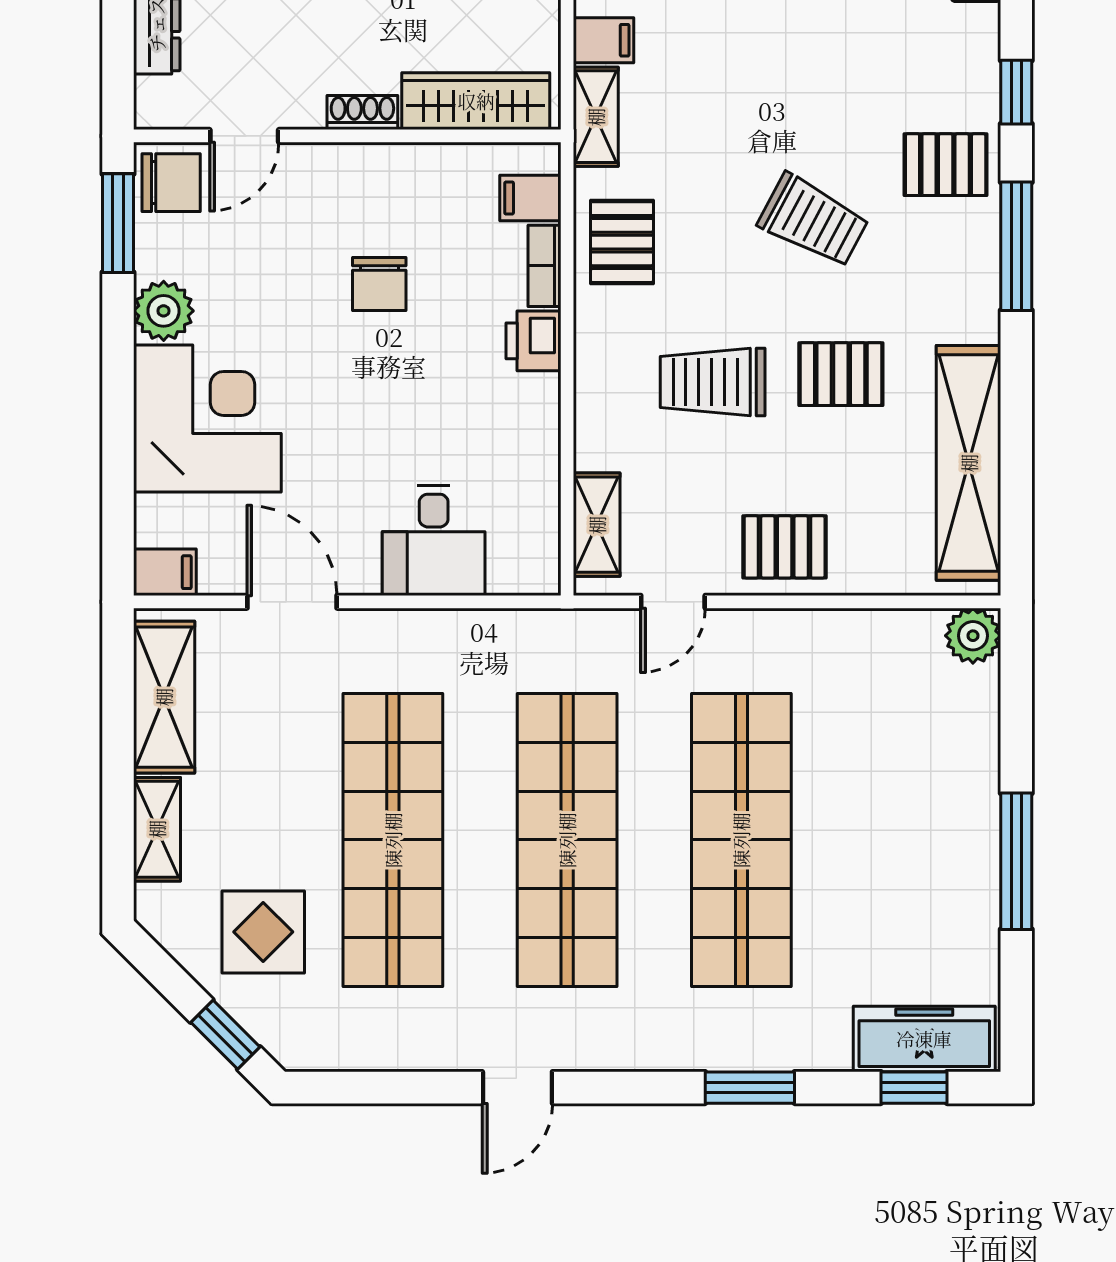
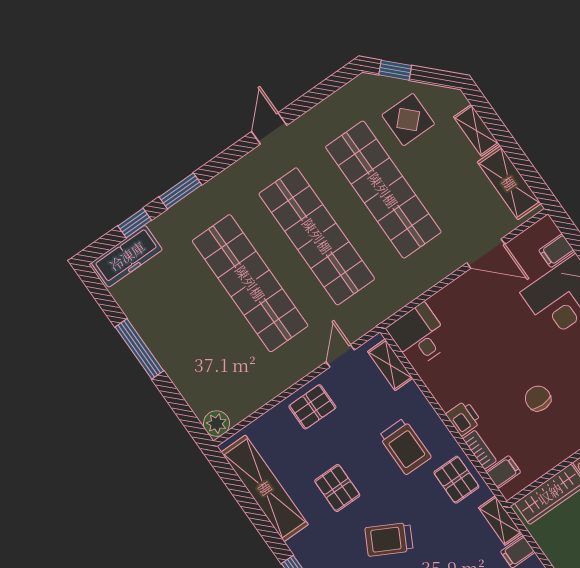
pallet: (841, 374) -> (337, 488), turned 90
trolley: (713, 382) -> (405, 446), moved, turned 90
desk: (434, 540) -> (419, 335), moved
filing cabinet: (165, 572) -> (556, 251), moved
window: (914, 1088) -> (135, 223), moved

